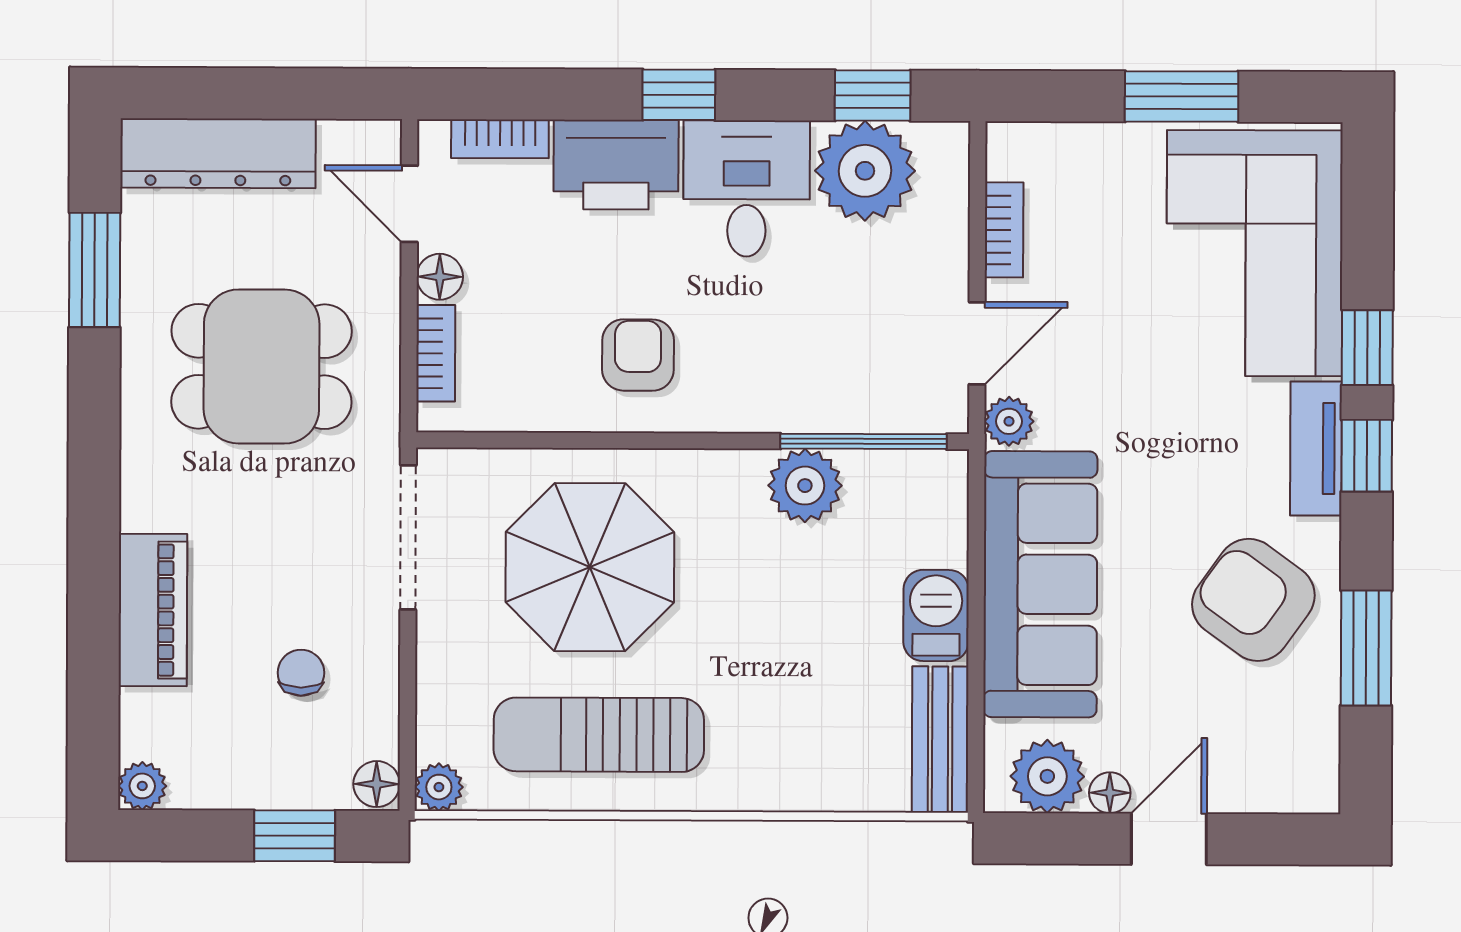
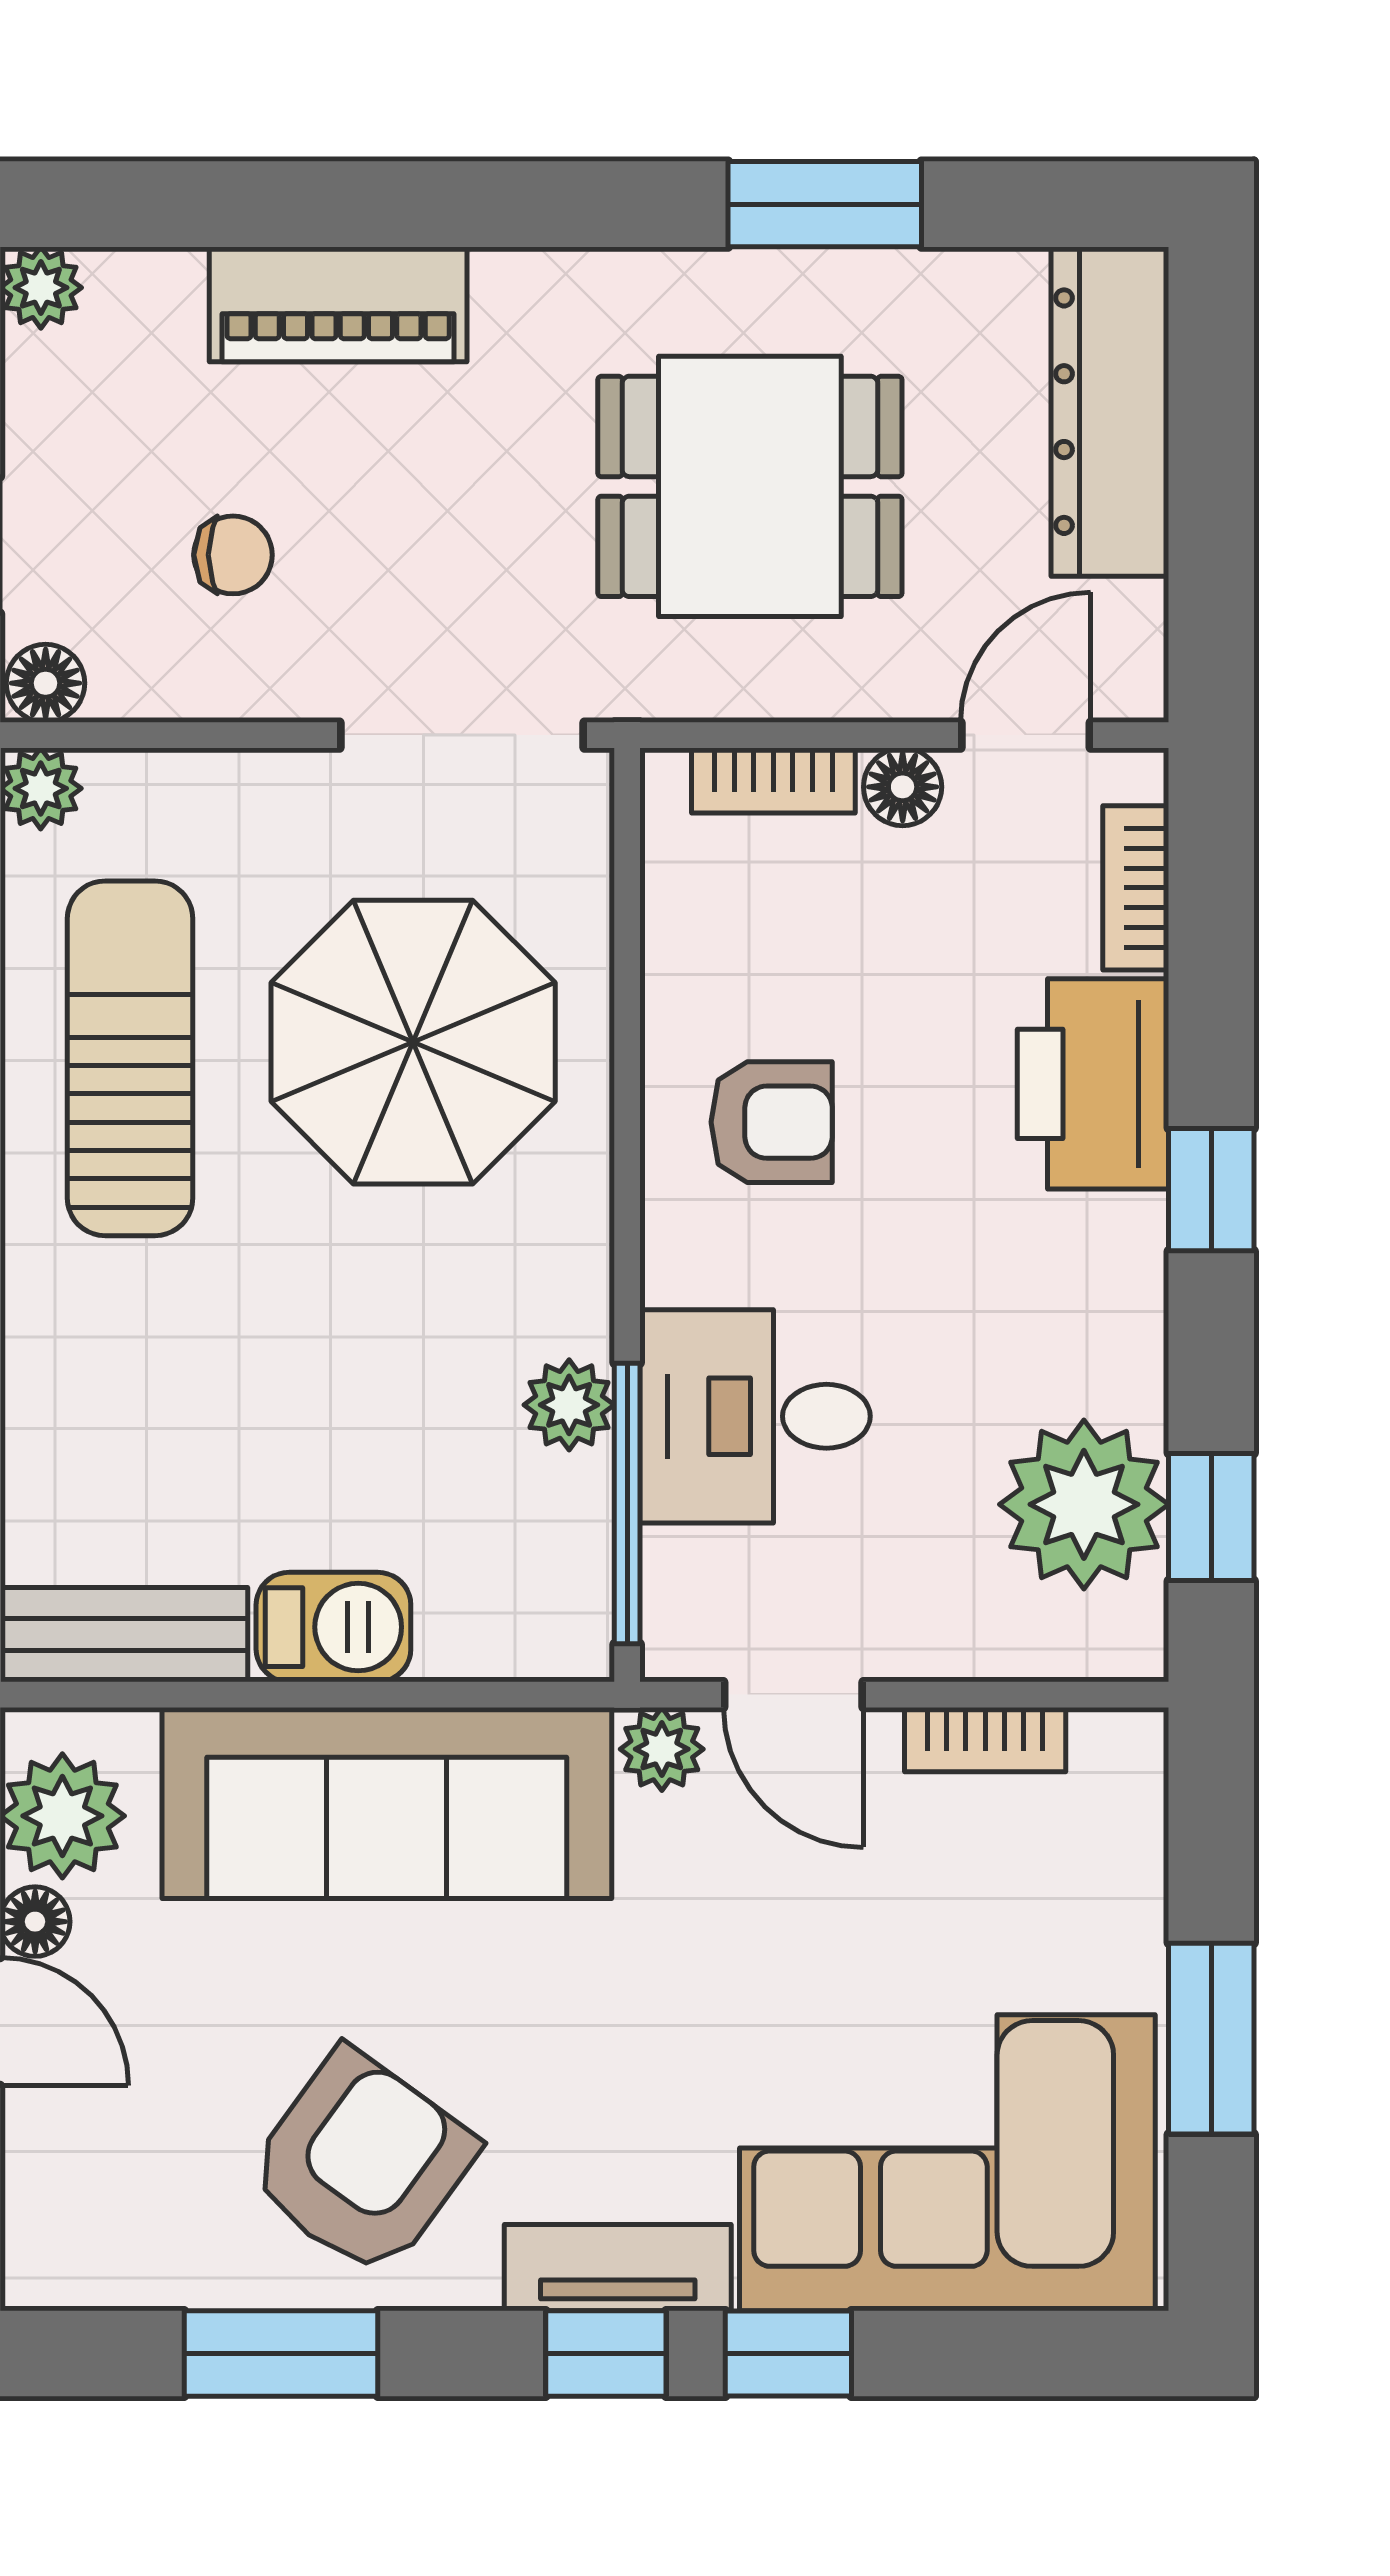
desk: (747, 188) -> (755, 1416), moved, turned 180
window: (95, 270) -> (825, 204), moved
dining table: (262, 367) -> (750, 486), turned 90
plant: (805, 486) -> (569, 1405), width x0.73, depth x0.73

